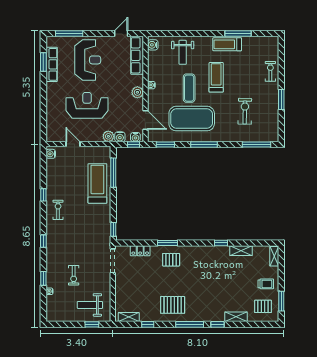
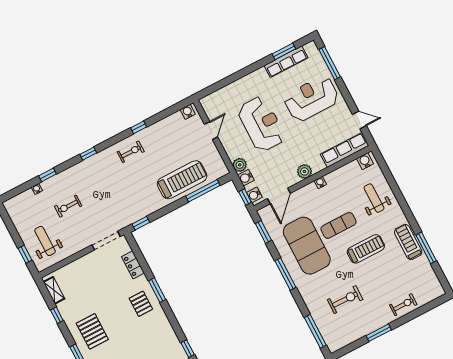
weight bench: (183, 52) -> (374, 198), turned 90
reception desk: (88, 60) -> (311, 99), turned 180

